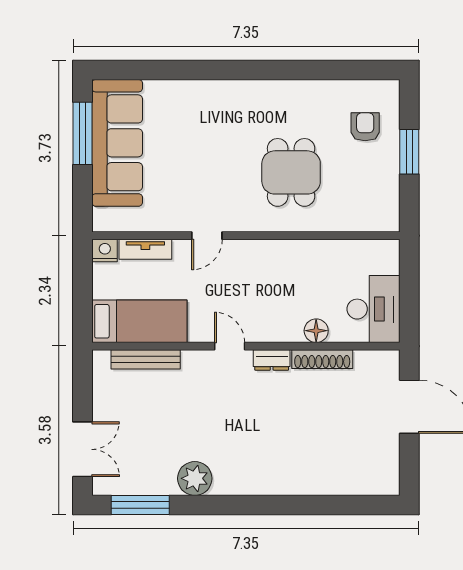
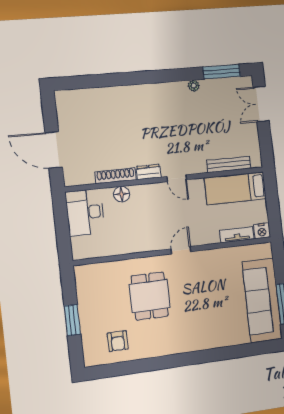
armchair: (365, 127) -> (118, 341), moved
door: (207, 236) -> (181, 250), moved
plant: (195, 478) -> (194, 86), width x0.53, depth x0.53

